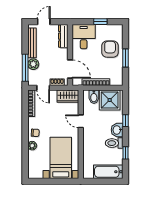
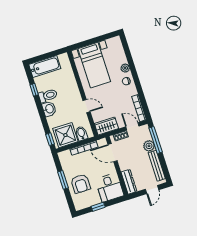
window: (126, 121) -> (50, 139), moved

